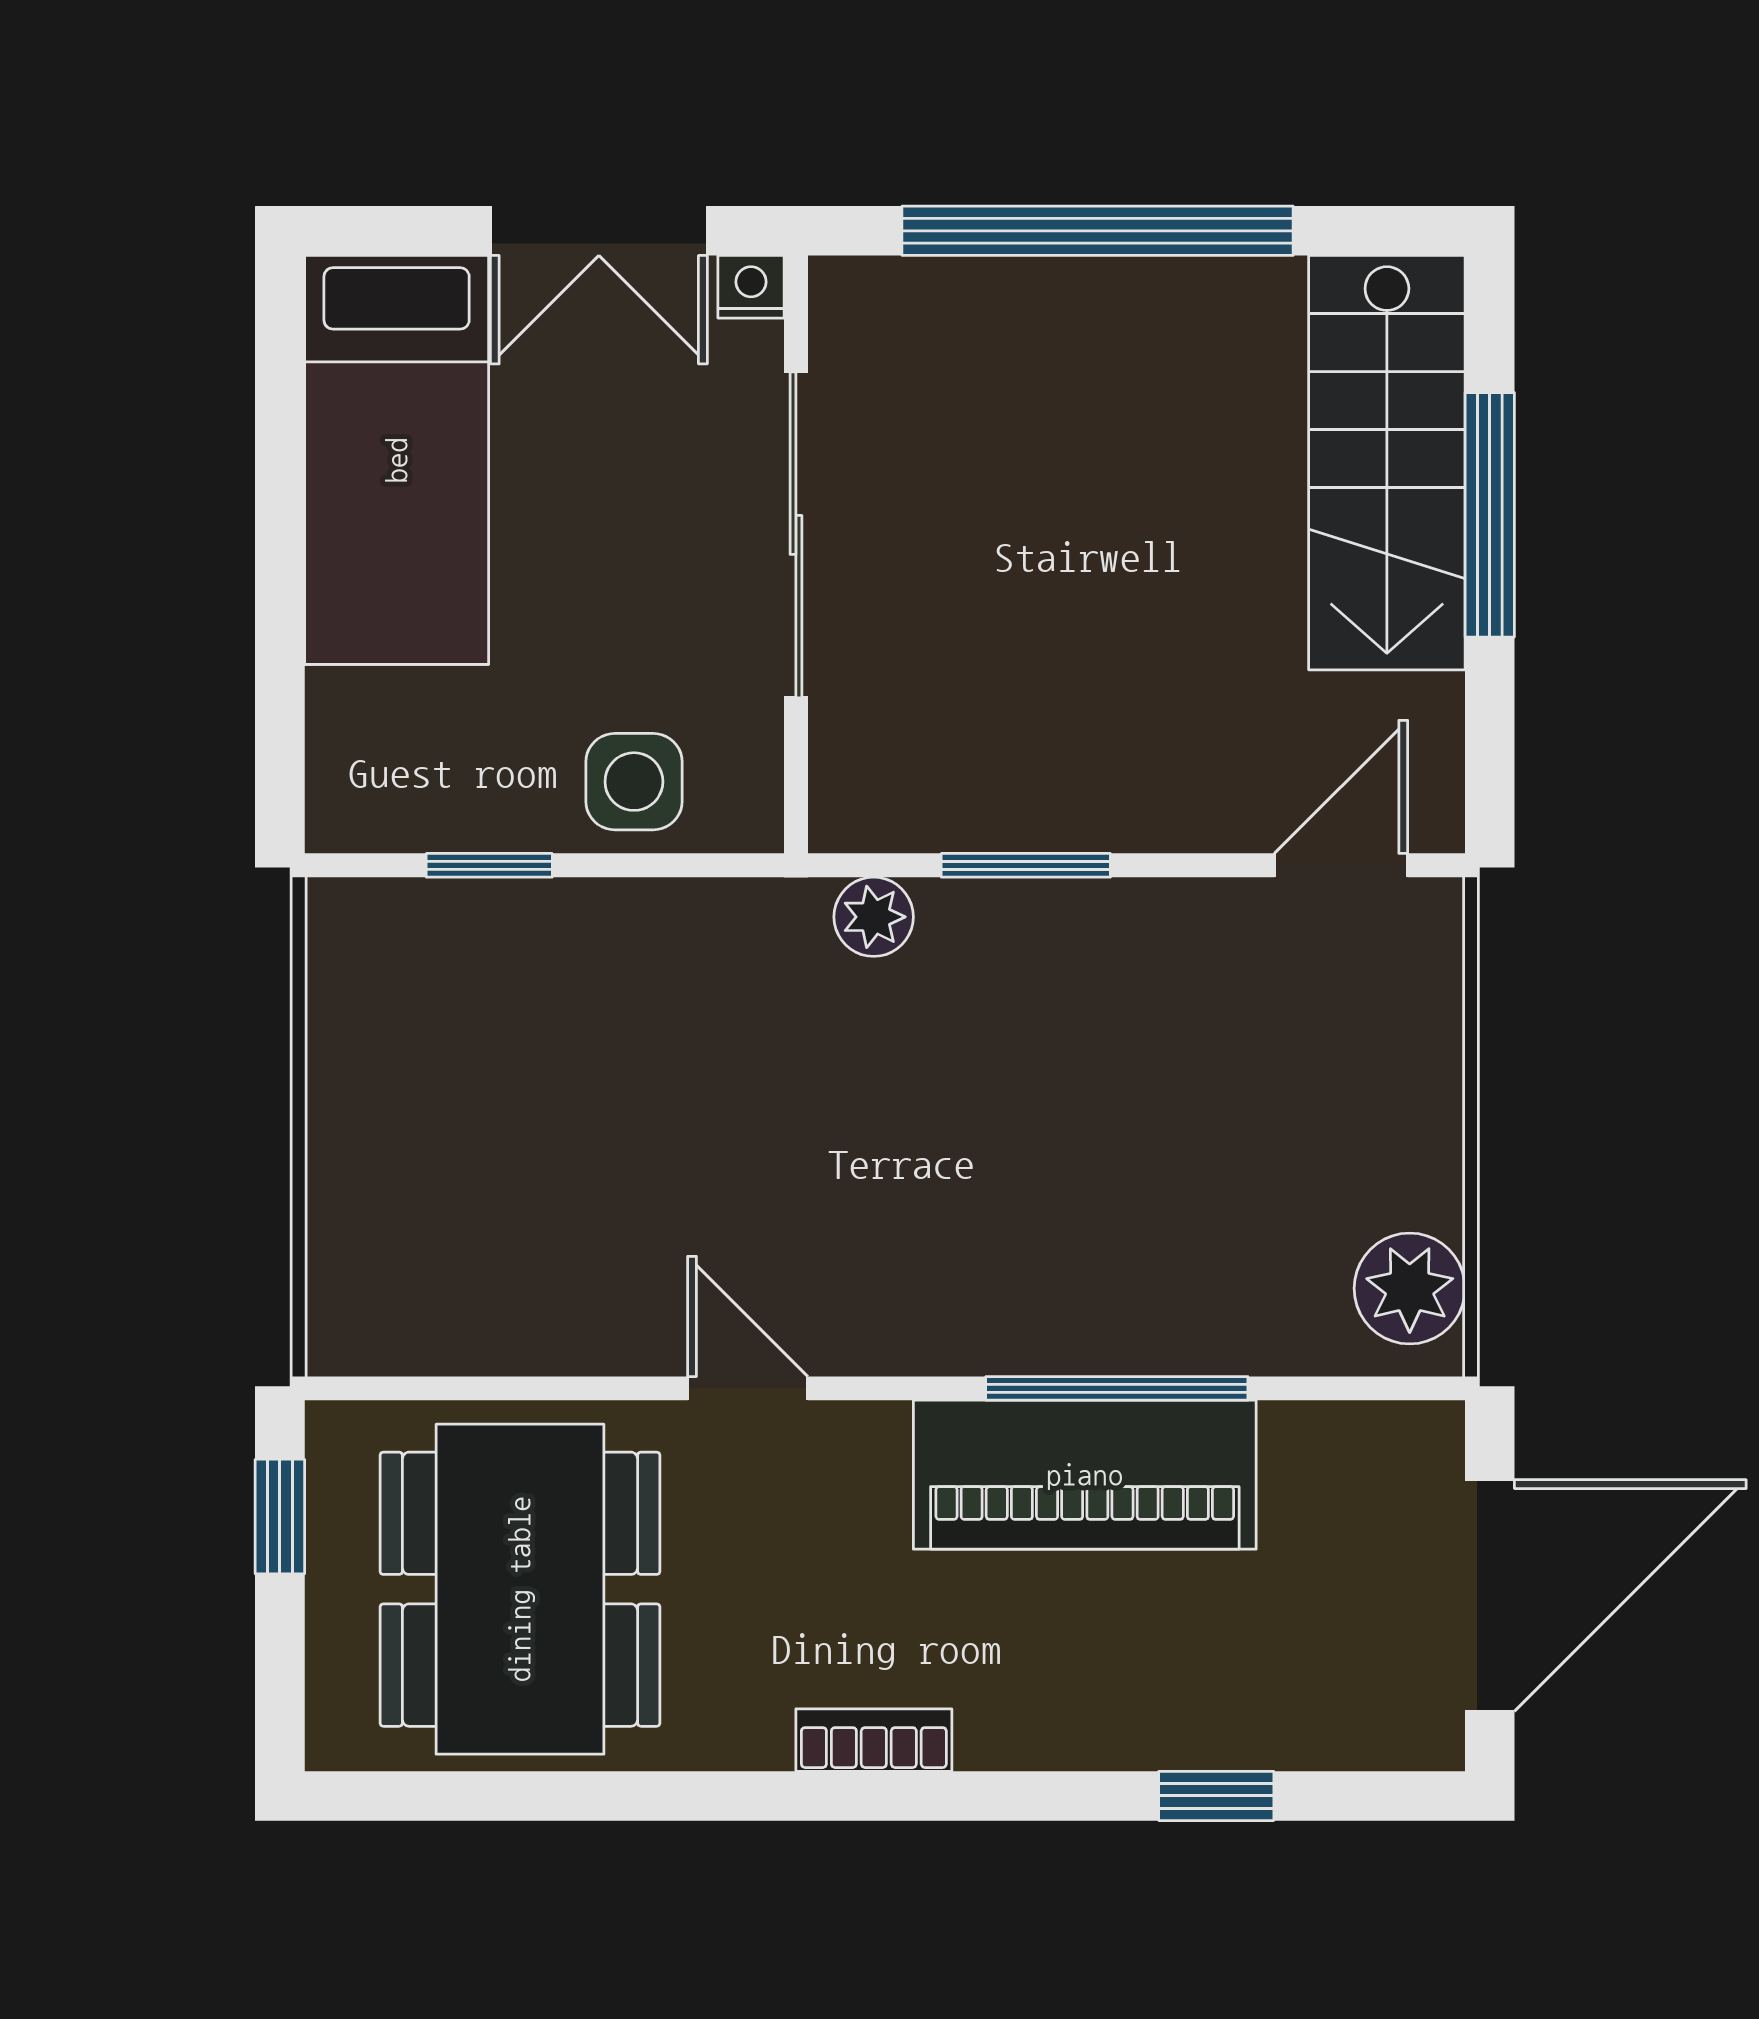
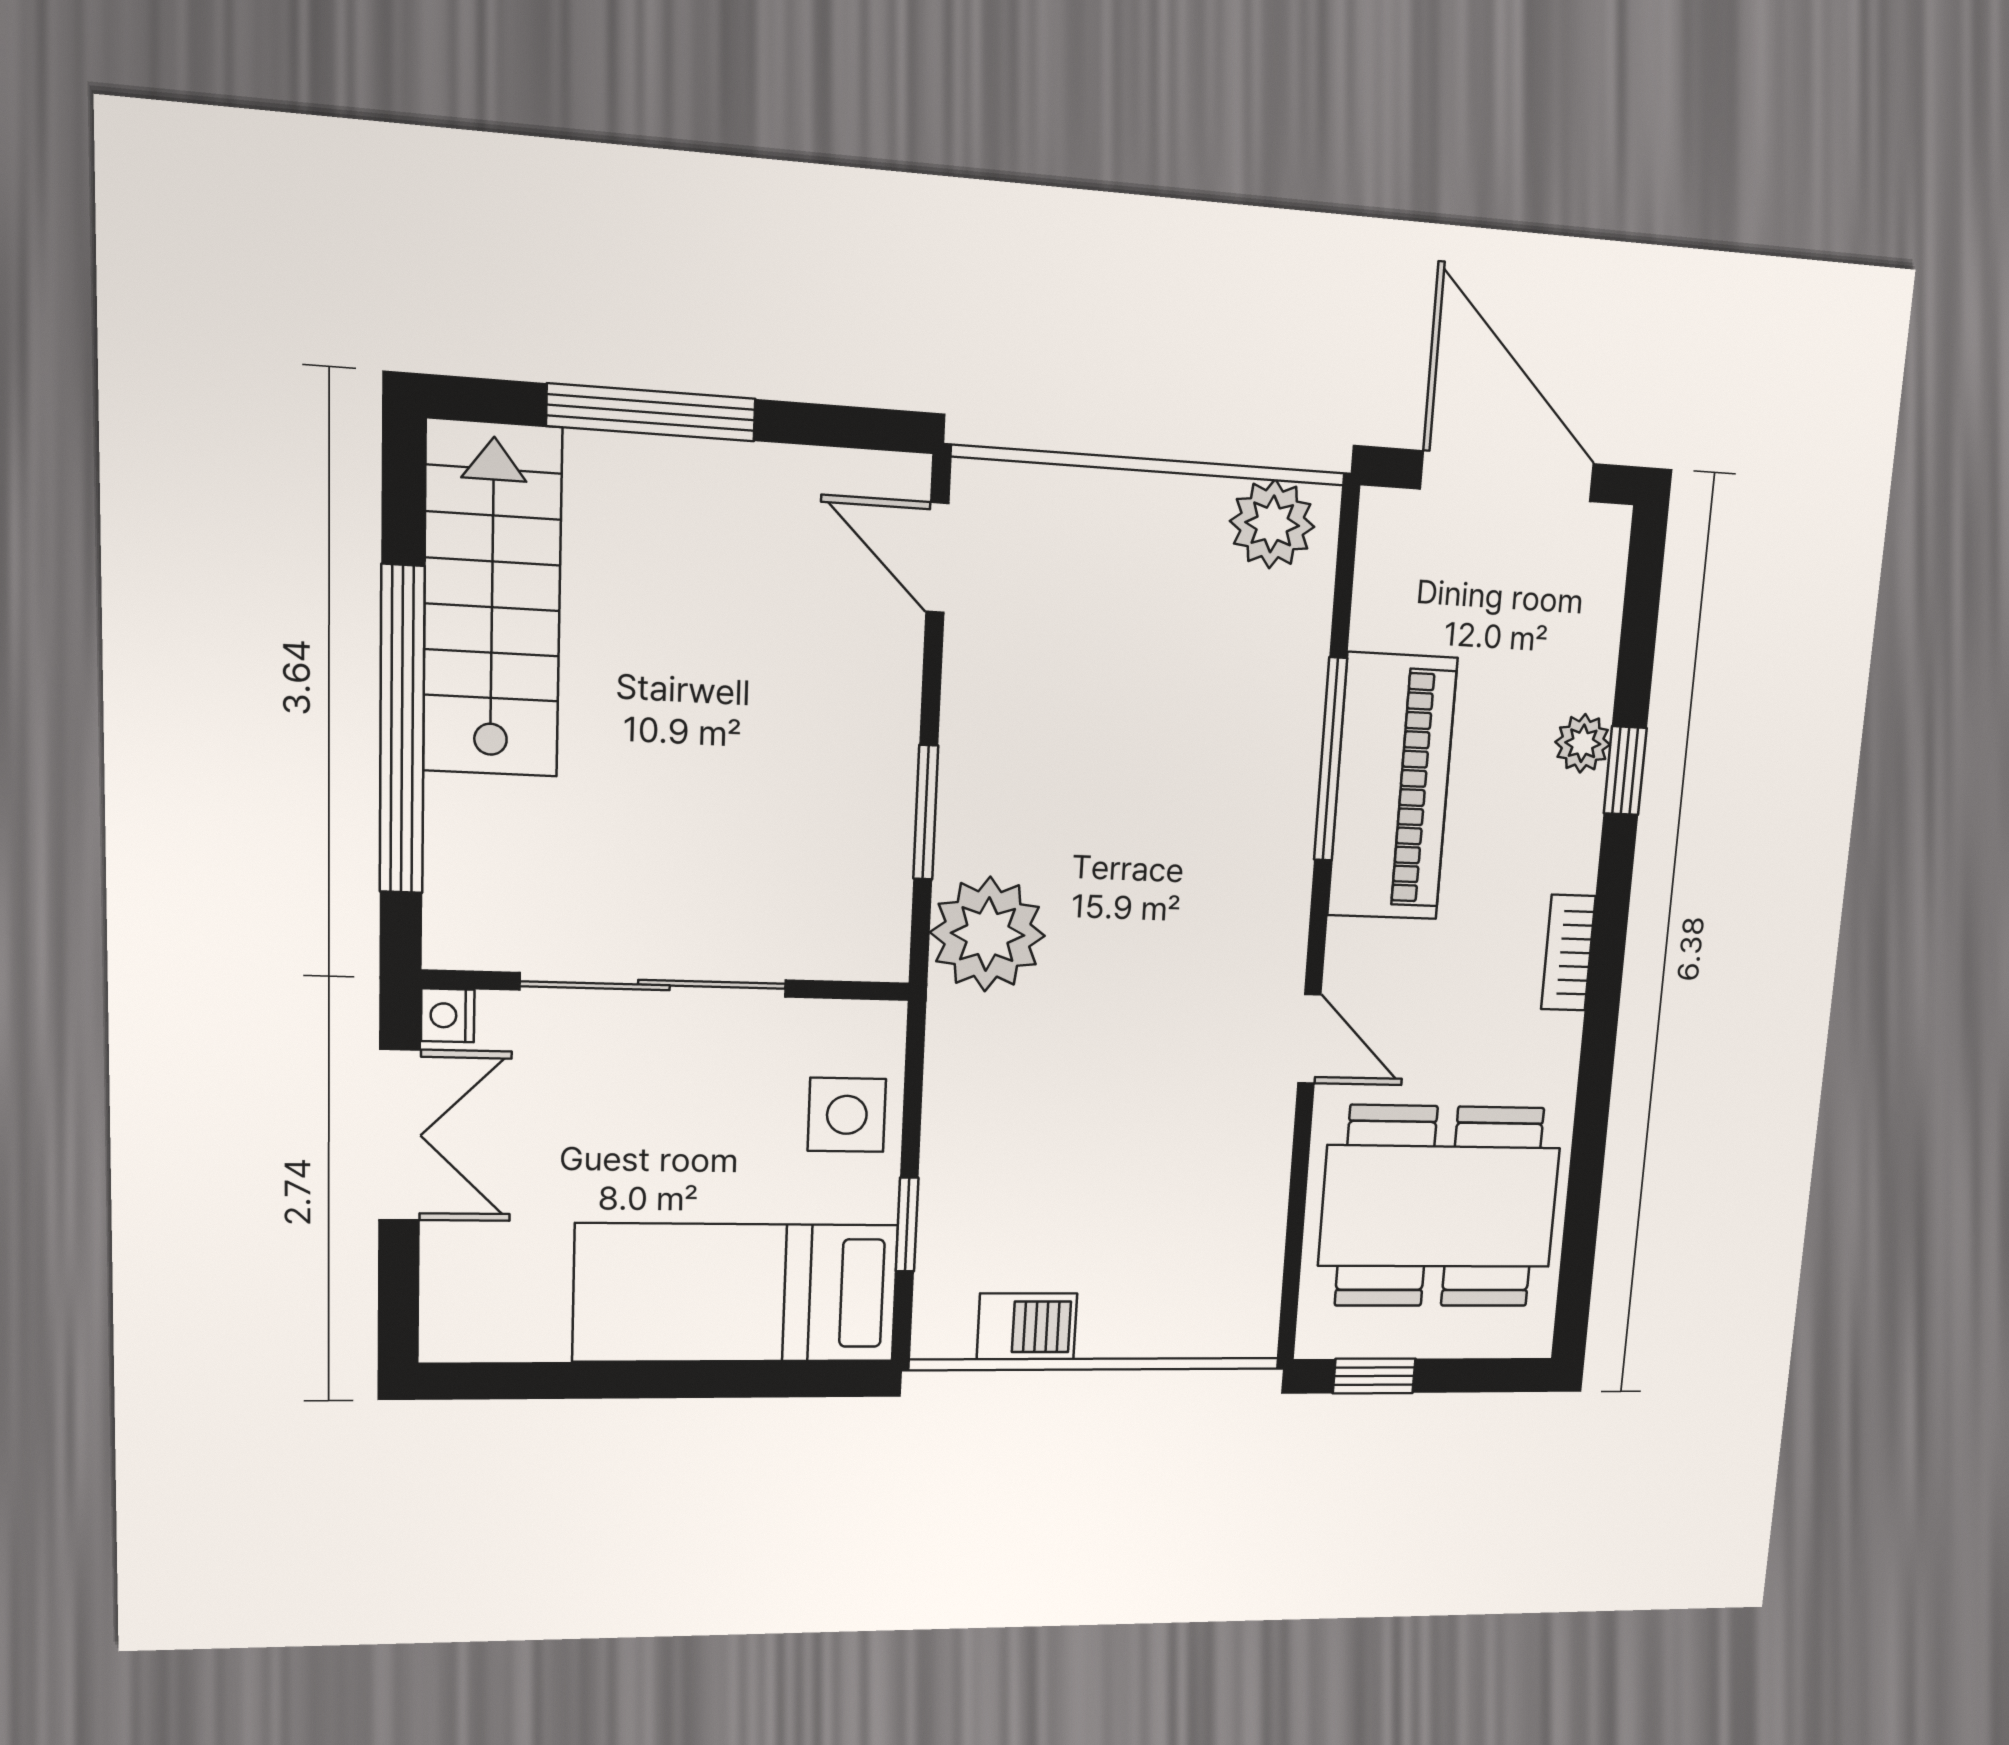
bed: (397, 460) -> (736, 1293), moved, turned 180
stairs: (1387, 463) -> (492, 600), moved, turned -90
plant: (874, 917) -> (987, 934), width x1.87, depth x1.87
barbecue: (351, 1031) -> (1027, 1327), added
door: (748, 1388) -> (1309, 1039), swing flipped
plant: (1154, 1732) -> (1583, 743), added
window: (1216, 1796) -> (1625, 771), moved

